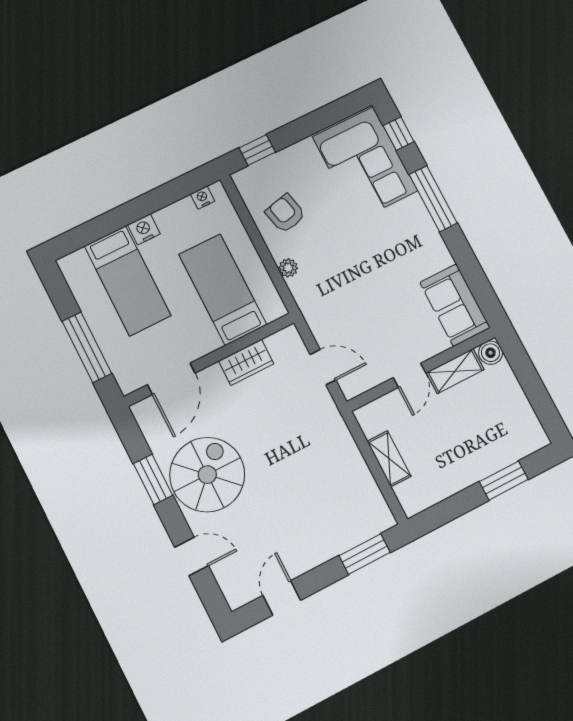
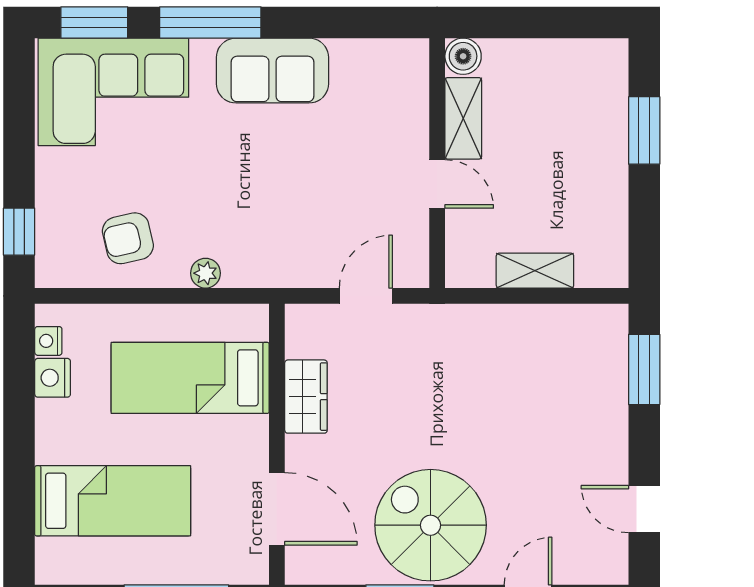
window: (399, 134) -> (94, 22), width x1.50
nightstand: (144, 229) -> (53, 378), moved
sofa: (455, 305) -> (272, 71), moved

